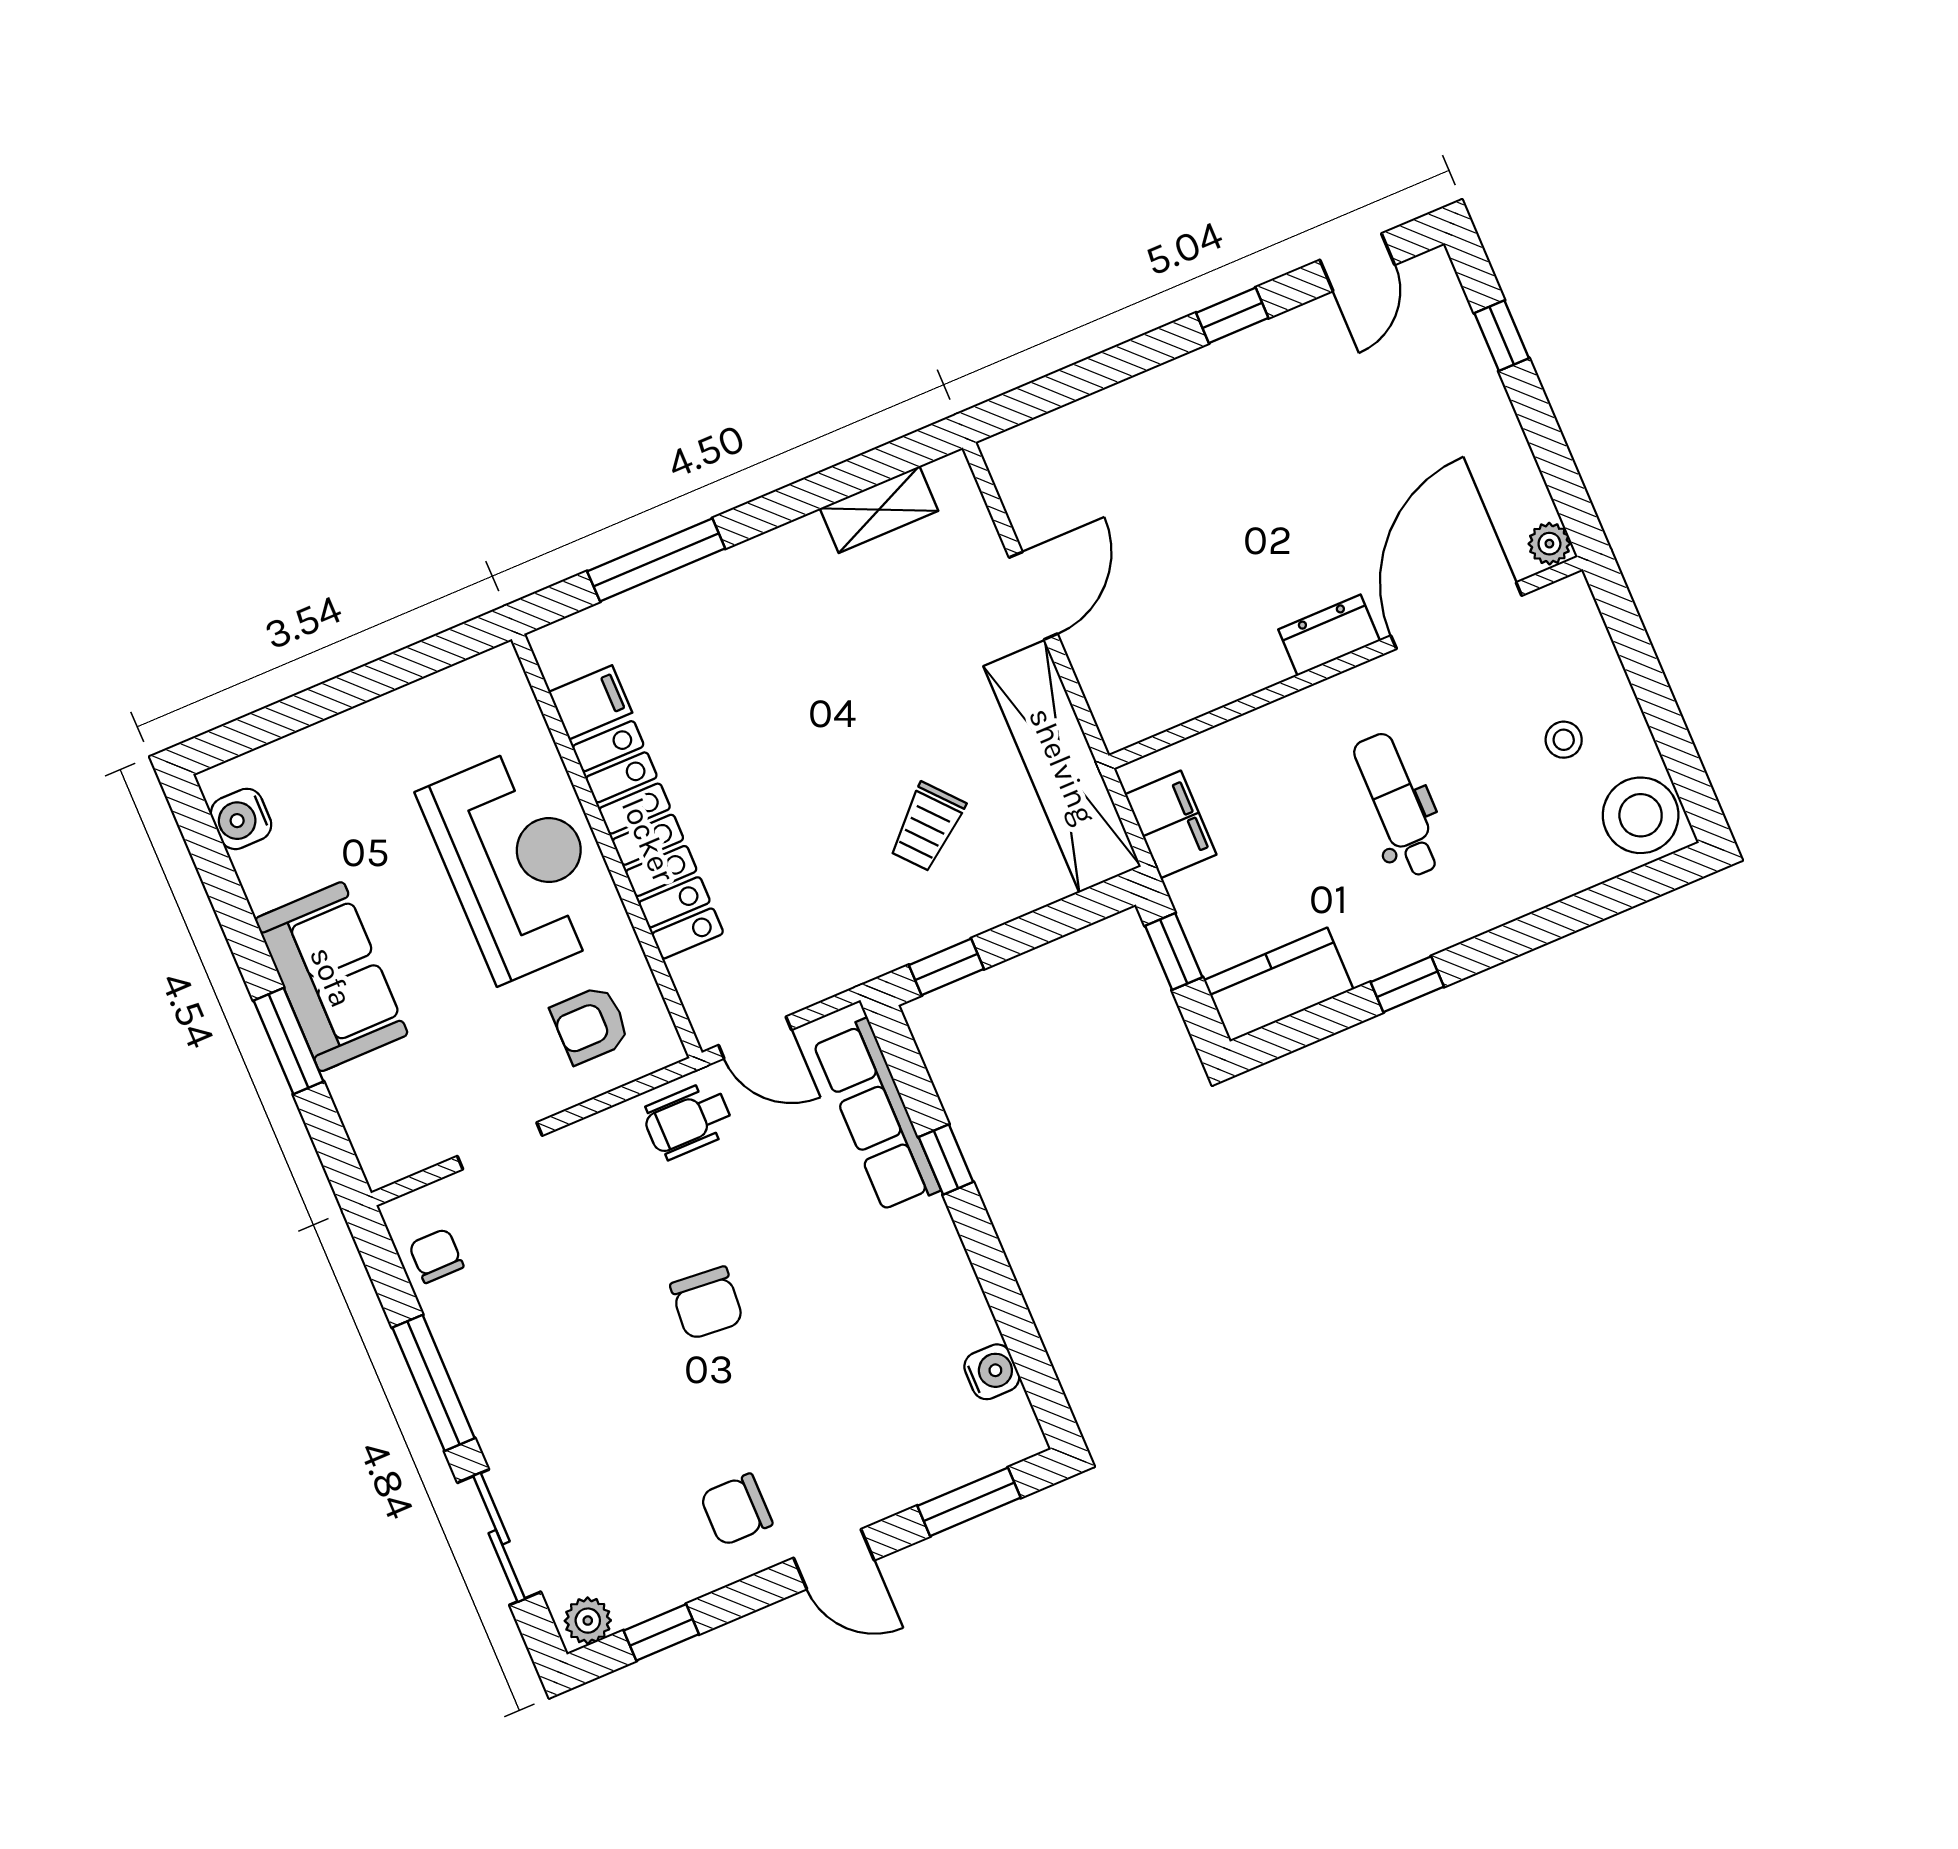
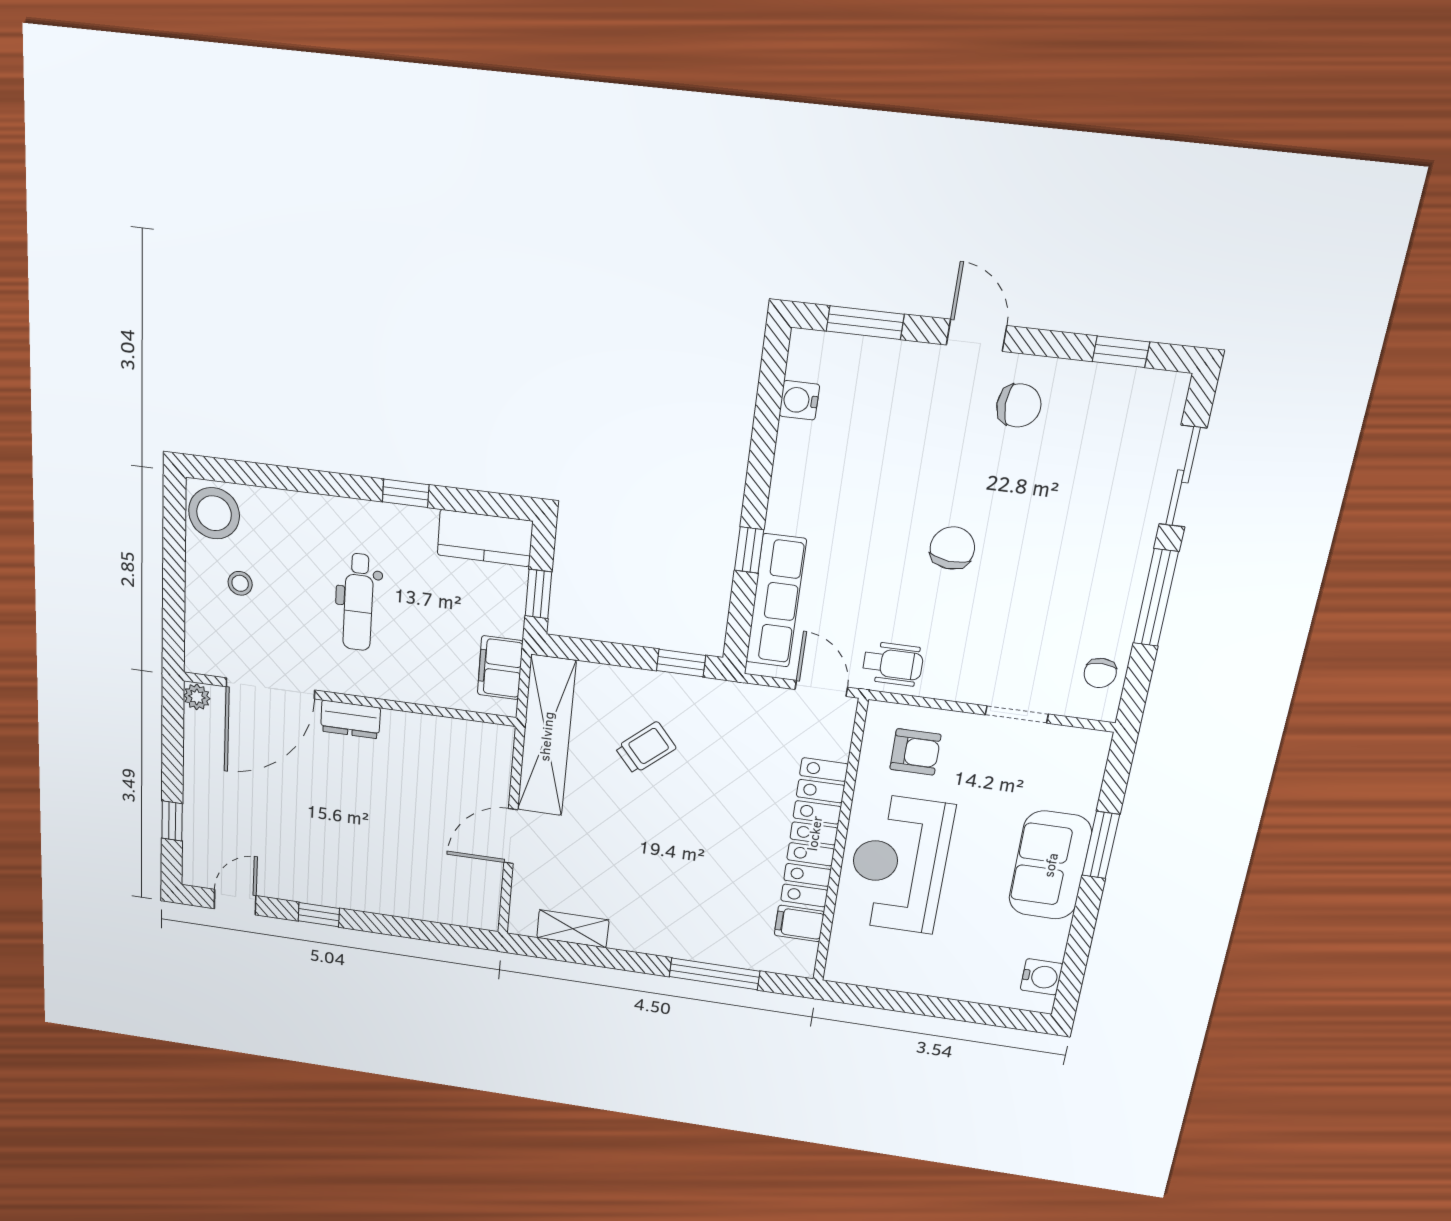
plant: (588, 1621) -> (1163, 388), removed

